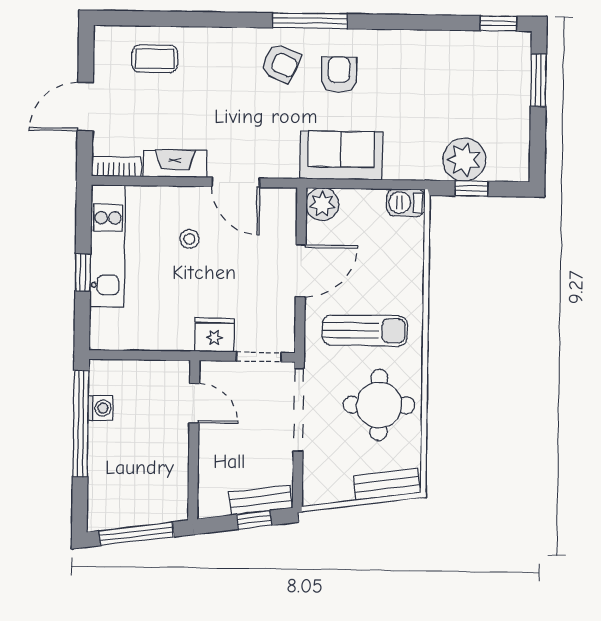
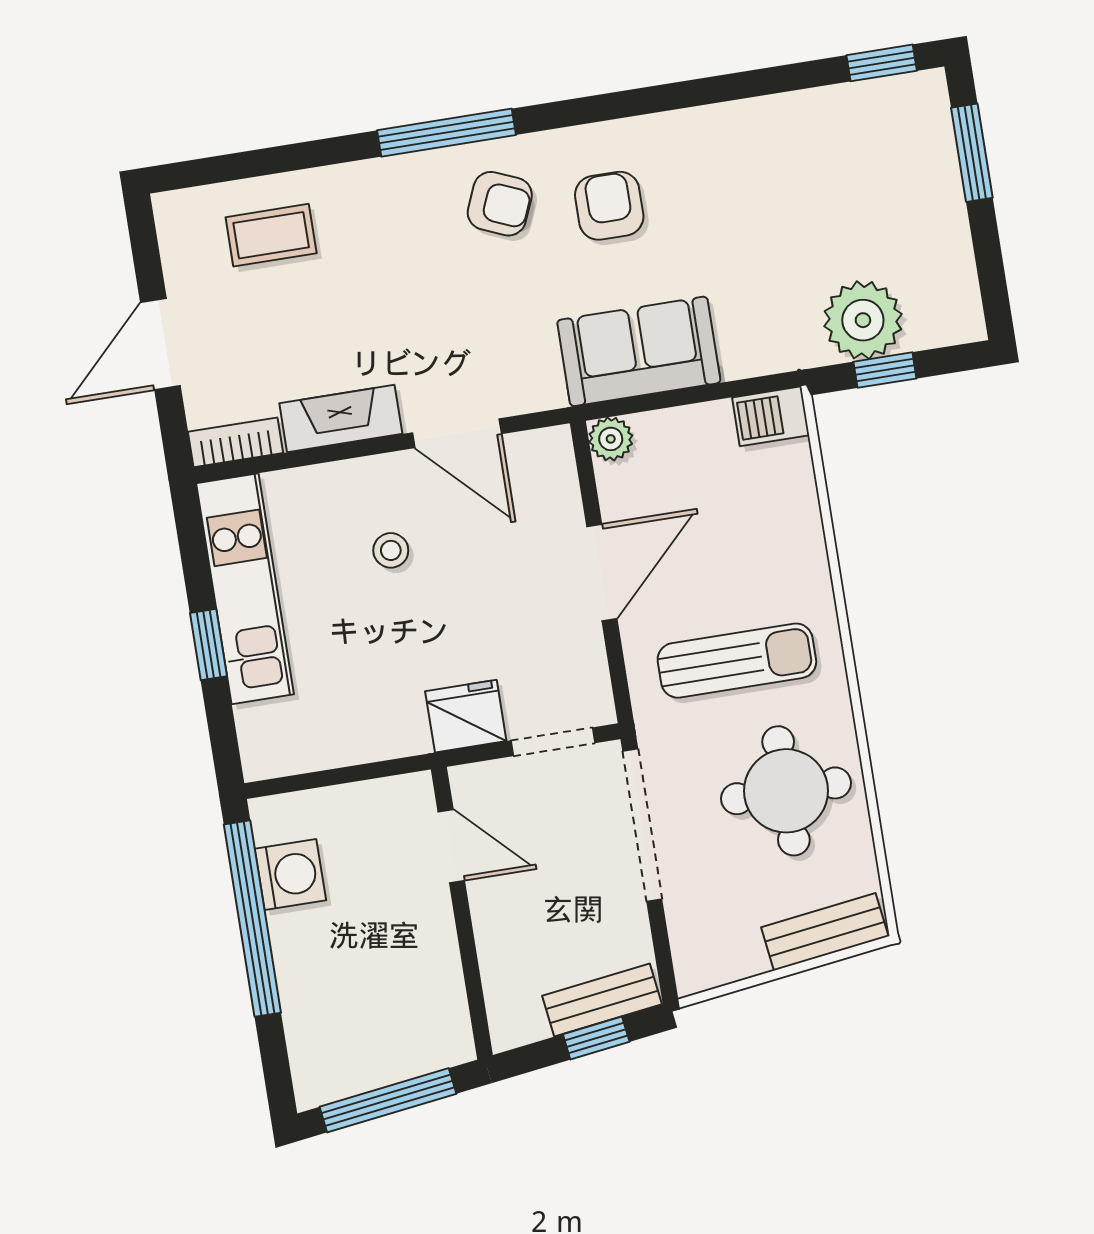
window: (310, 21) -> (446, 133), moved
plant: (322, 204) -> (611, 439), width x0.73, depth x0.73
washing machine: (101, 408) -> (290, 875), width x1.38, depth x1.38

